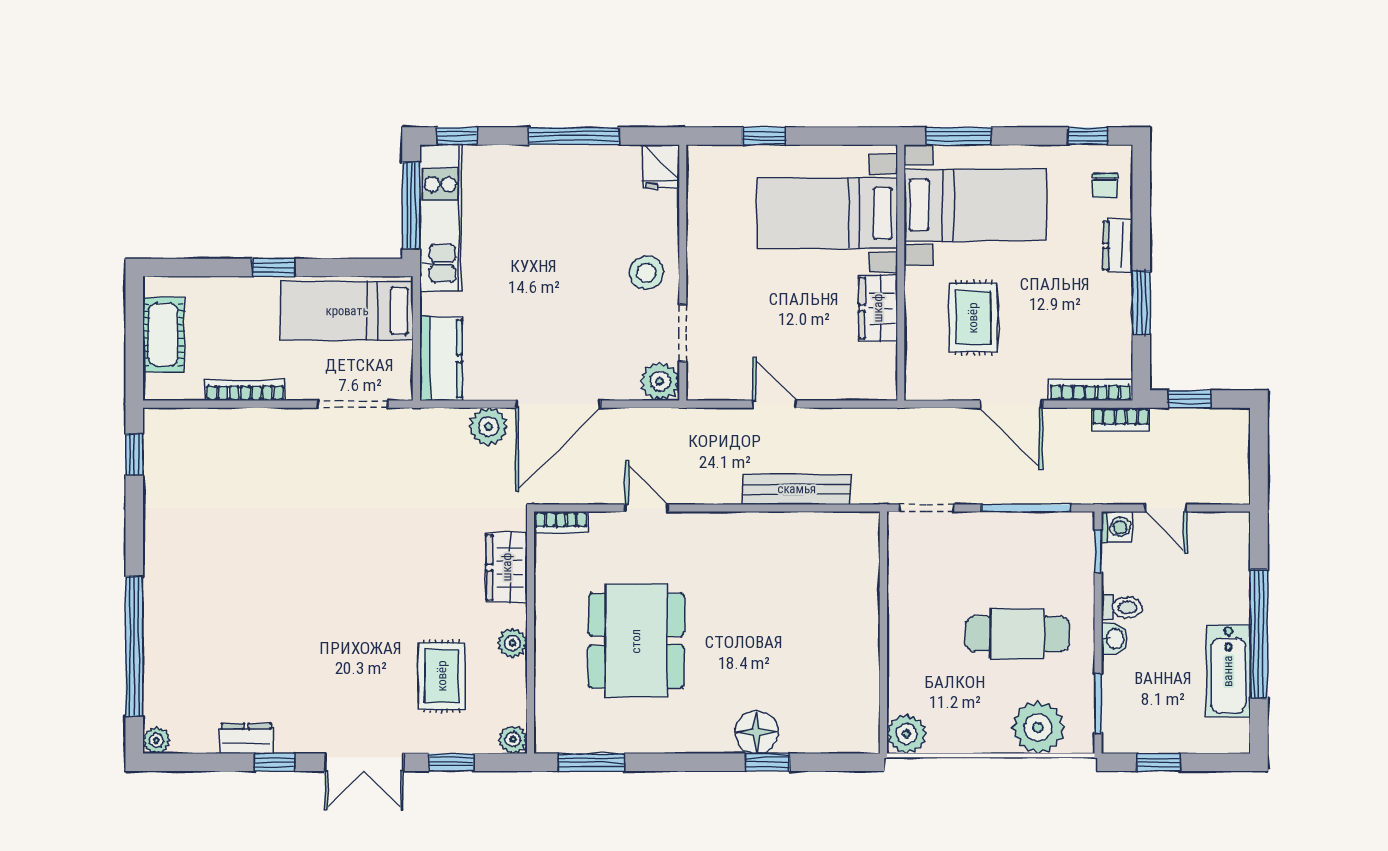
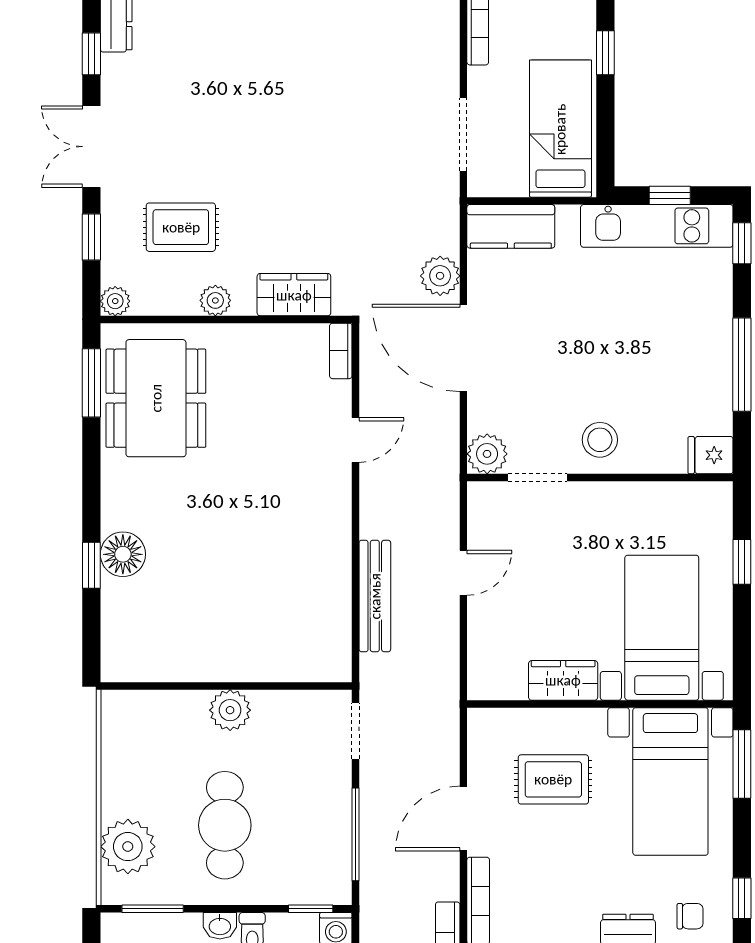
chair: (1105, 186) -> (690, 916), turned 180
window: (411, 205) -> (670, 195), width x0.46
dining table: (636, 641) -> (156, 398), moved, turned 90
plant: (907, 734) -> (230, 710), moved

